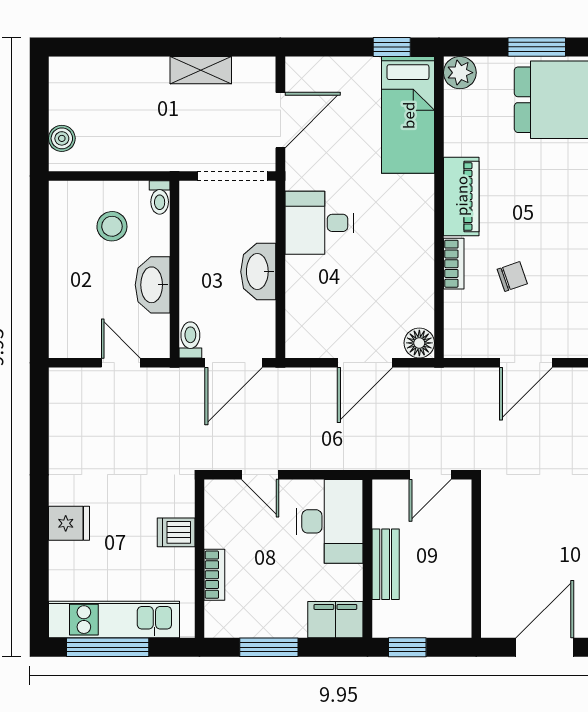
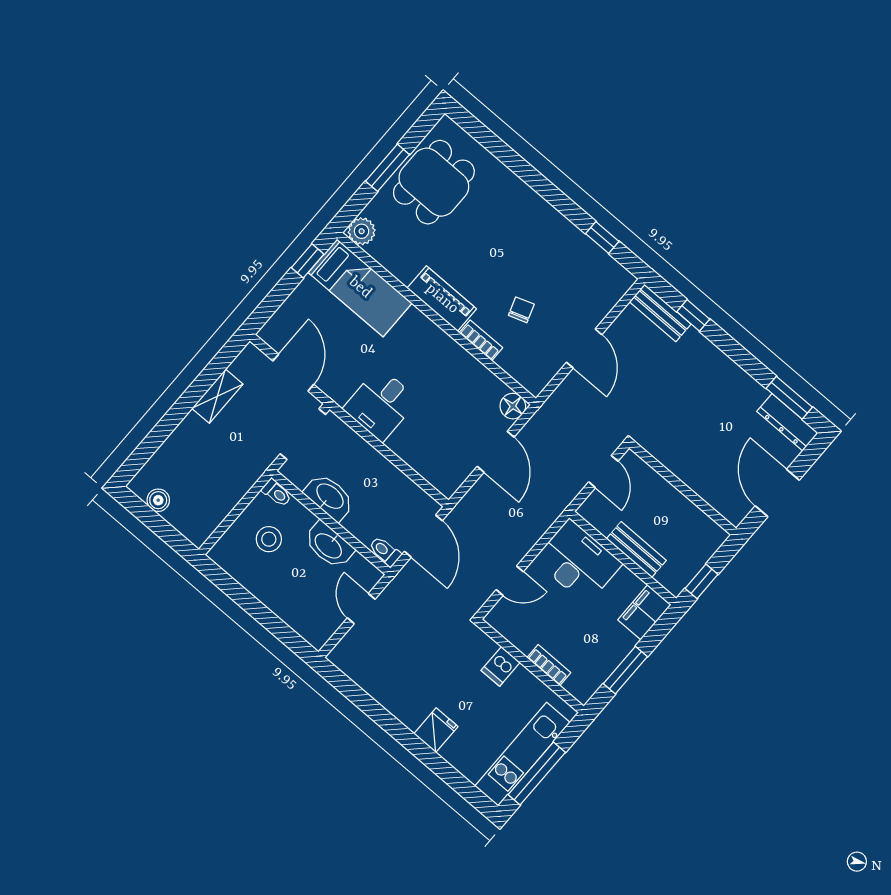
boiler: (62, 138) -> (158, 500), moved
washbasin: (258, 272) -> (329, 497), moved, turned 180
door: (121, 363) -> (361, 609), hinge flipped

